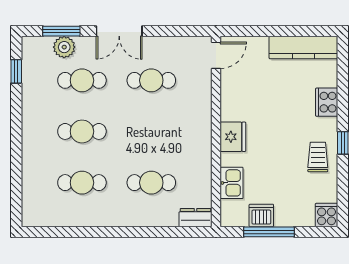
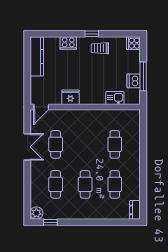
window: (61, 31) -> (27, 196), removed
double door: (119, 31) -> (27, 147), moved
plant: (64, 47) -> (36, 213), moved
door: (216, 55) -> (41, 107), swing flipped
fridge: (233, 137) -> (70, 97), moved
dresser: (196, 218) -> (135, 210), moved

